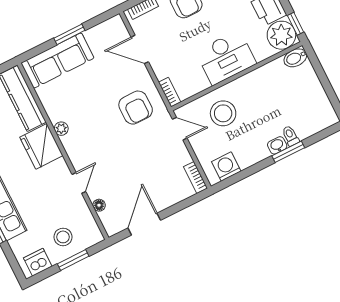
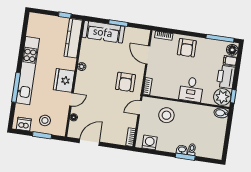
desk: (226, 58) -> (191, 89), width x0.73
door: (180, 129) -> (140, 108), swing flipped
fridge: (41, 146) -> (64, 80), moved

